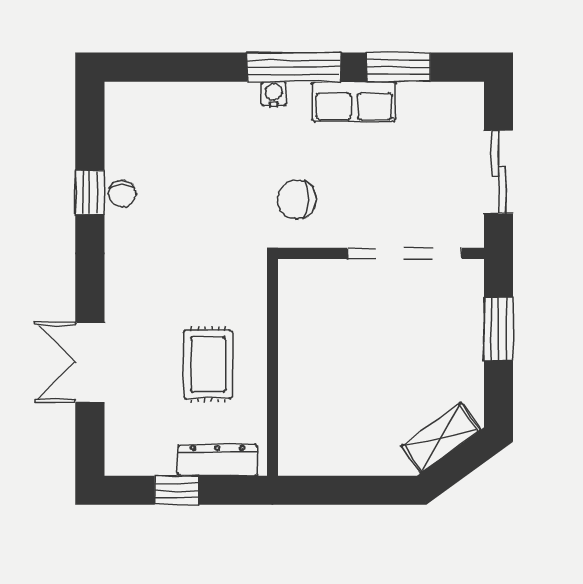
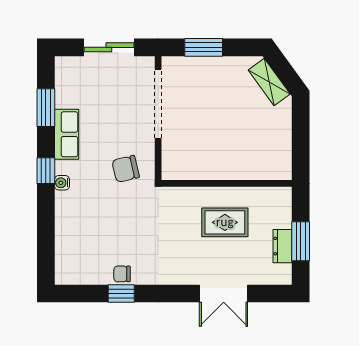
window: (294, 67) -> (46, 171), width x0.46
chair: (122, 194) -> (122, 274), turned 180
chair: (297, 200) -> (126, 169), turned 77
dresser: (218, 460) -> (283, 246), moved, width x0.70
window: (177, 490) -> (301, 241), width x1.50

